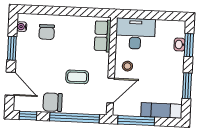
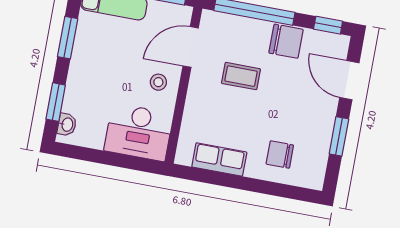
water cooler: (22, 27) -> (318, 169), removed
chair: (47, 32) -> (280, 155), turned -90
row of seats: (103, 36) -> (219, 159), moved, turned -90
washbasin: (180, 45) -> (67, 125), moved

